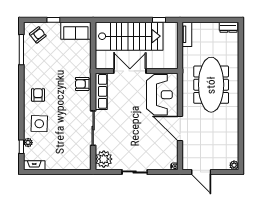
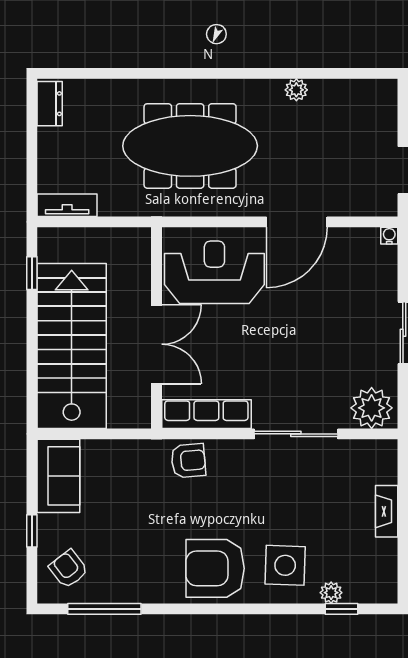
double door: (130, 71) -> (156, 344), swing flipped
armchair: (82, 84) -> (188, 461), turned -95
armchair: (38, 95) -> (215, 568), width x1.88, depth x1.88
fireplace: (34, 165) -> (387, 511), moved
plant: (234, 165) -> (296, 90), moved

